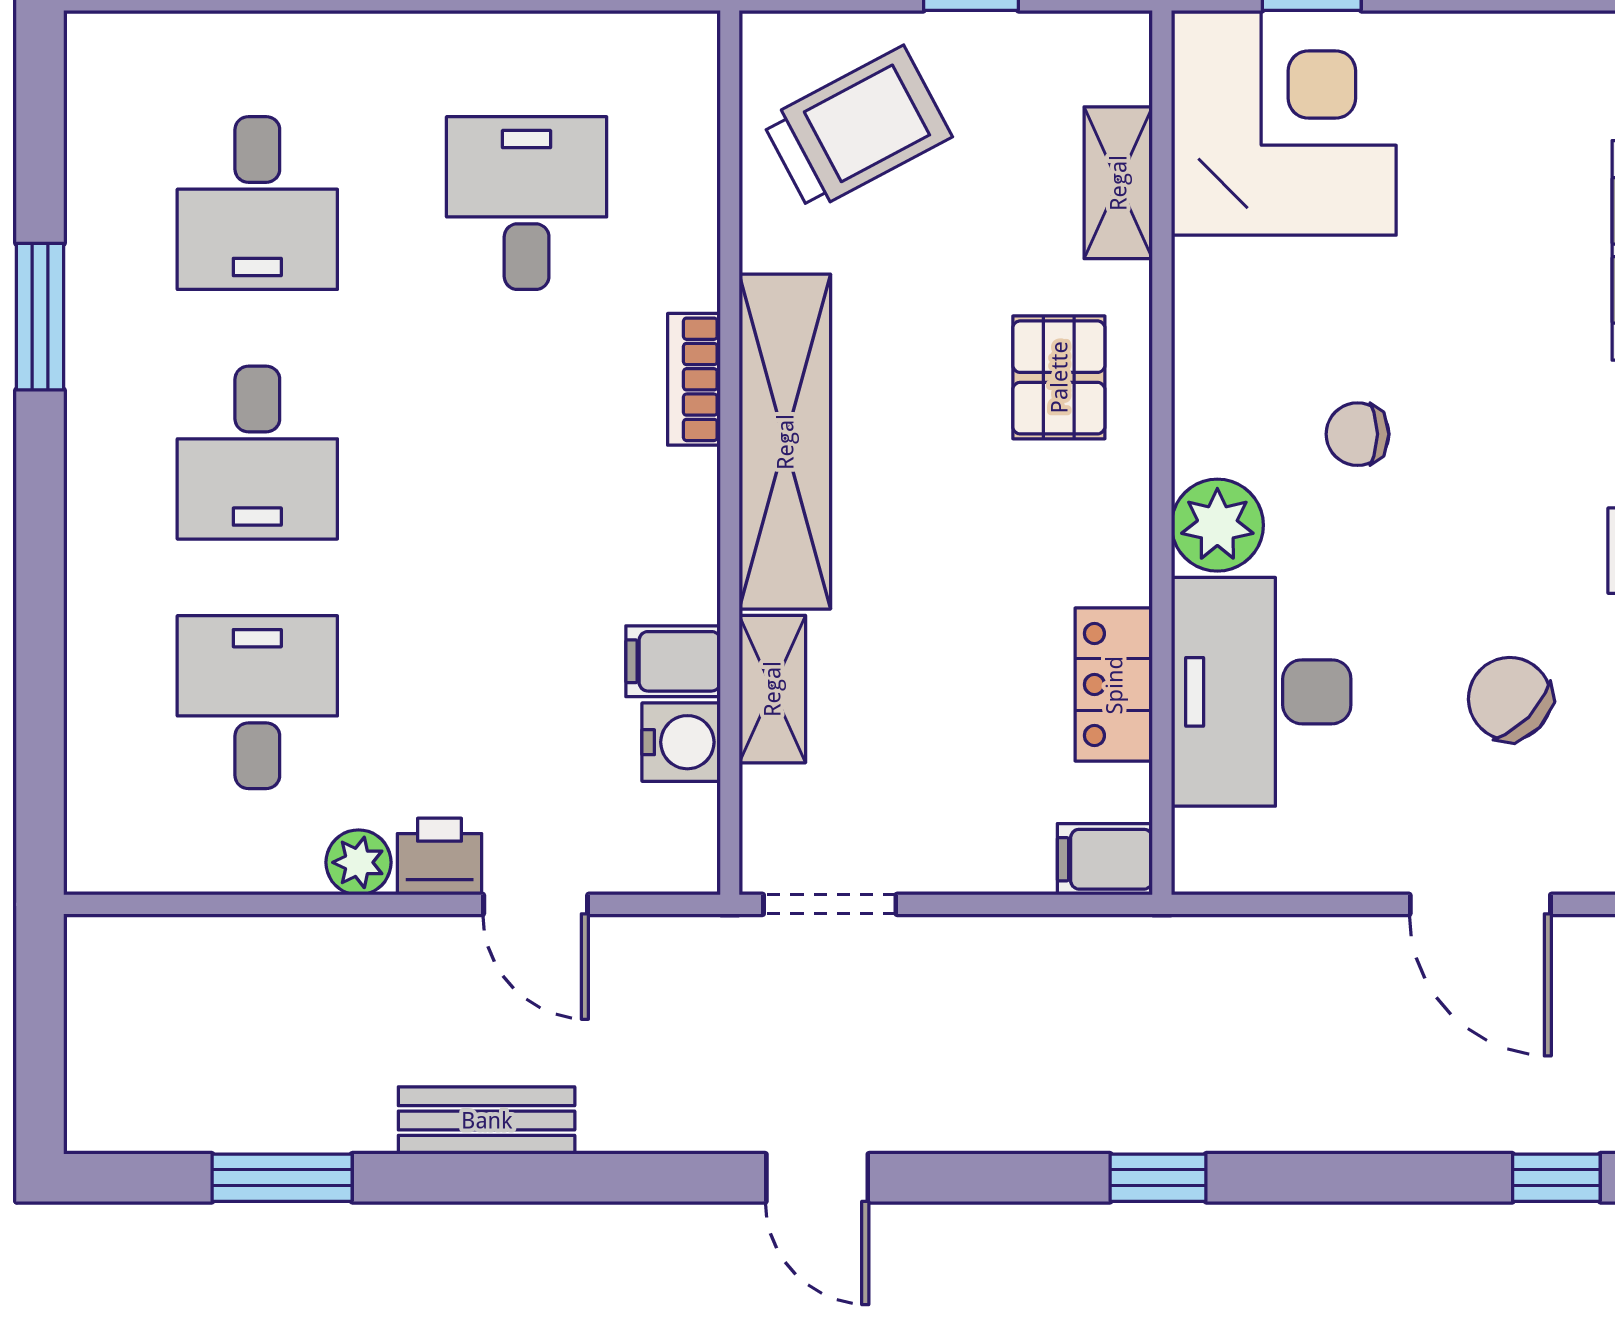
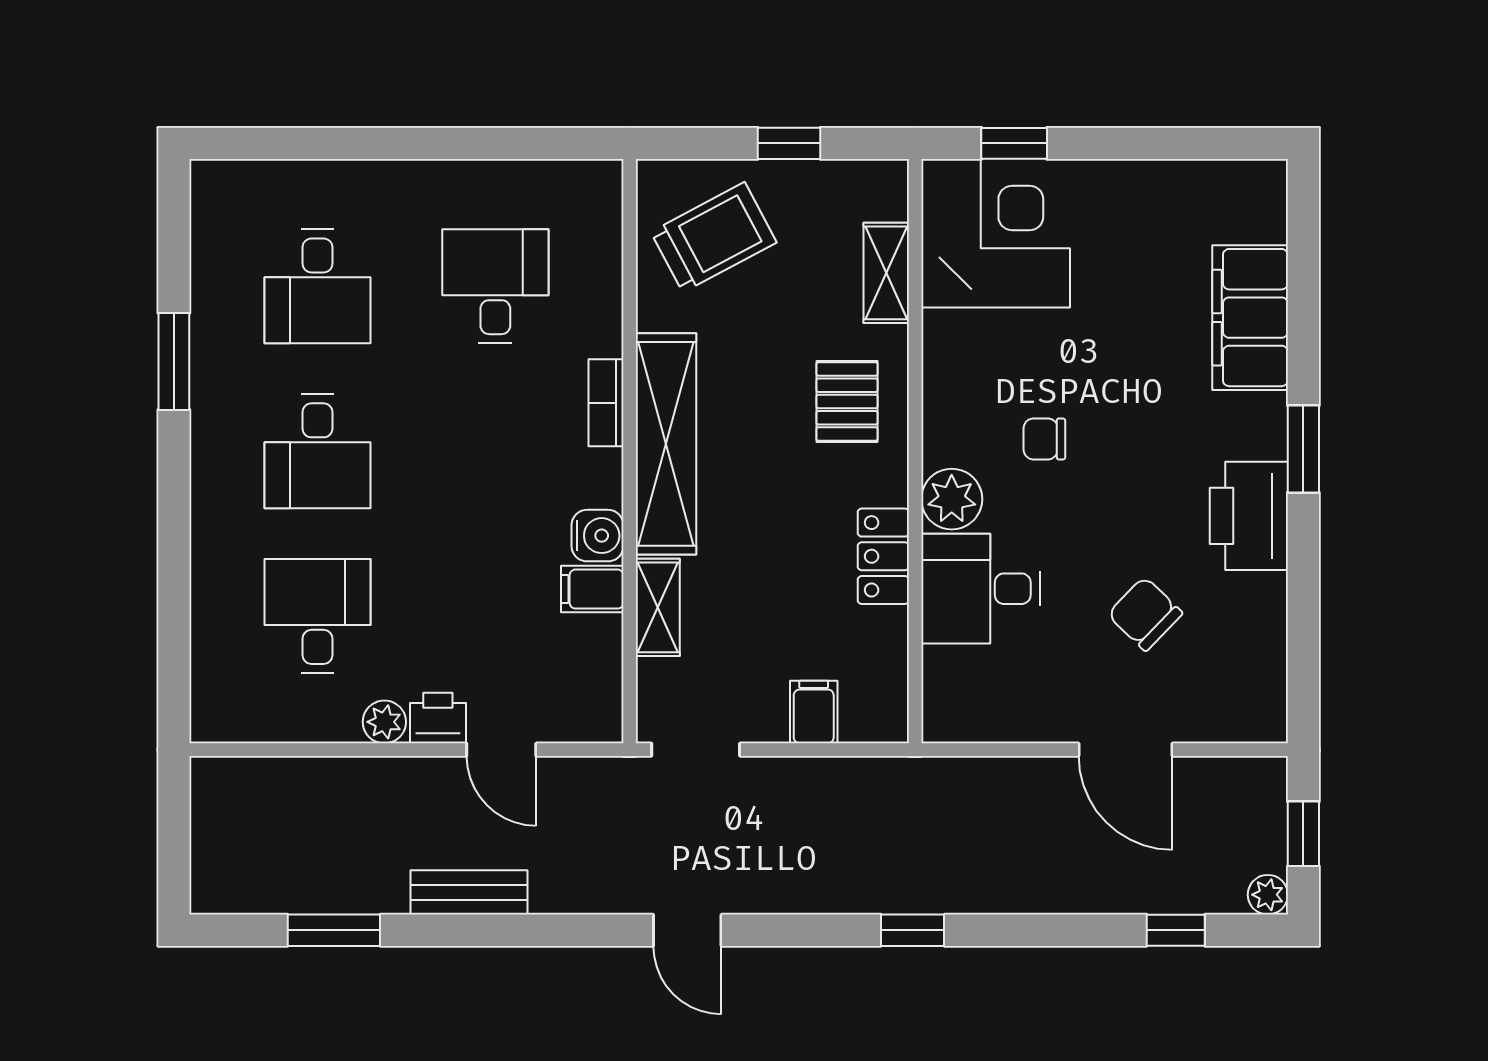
locker: (1114, 685) -> (883, 556), moved
desk: (1261, 692) -> (981, 589), width x0.73
water cooler: (681, 742) -> (598, 536), moved
filing cabinet: (1105, 859) -> (814, 712), moved, turned 90

